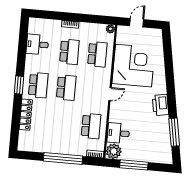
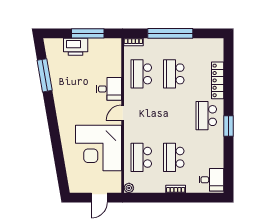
desk: (37, 44) -> (211, 180), moved
window: (19, 85) -> (229, 126), moved
school desk: (66, 88) -> (174, 74), moved
printer: (160, 105) -> (76, 47), moved, turned 100
desk: (118, 133) -> (109, 89), moved
plant: (114, 151) -> (112, 47), removed

